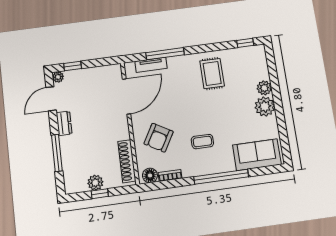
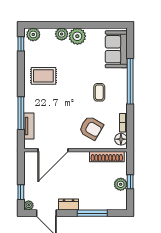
plant: (258, 55) -> (33, 34), added
door: (126, 96) -> (53, 150), swing flipped

